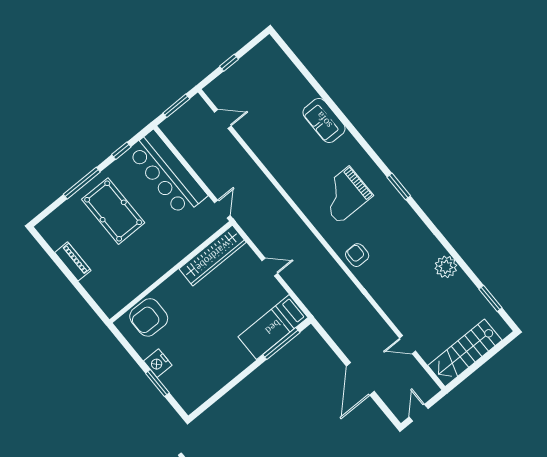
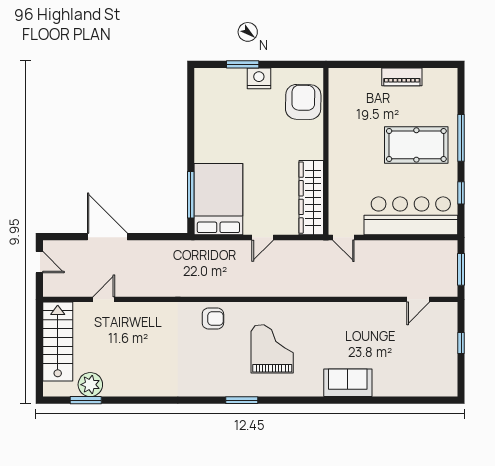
plant: (446, 267) -> (90, 385), moved
bed: (273, 327) -> (218, 199), width x1.50

